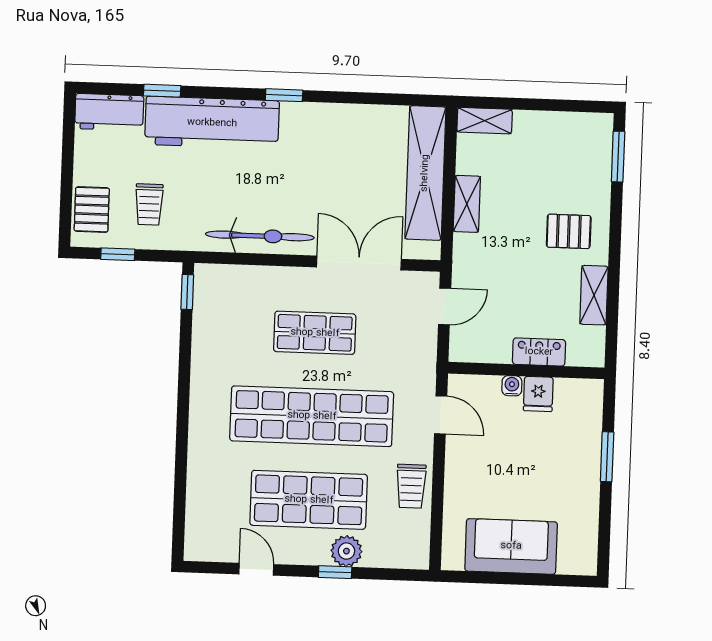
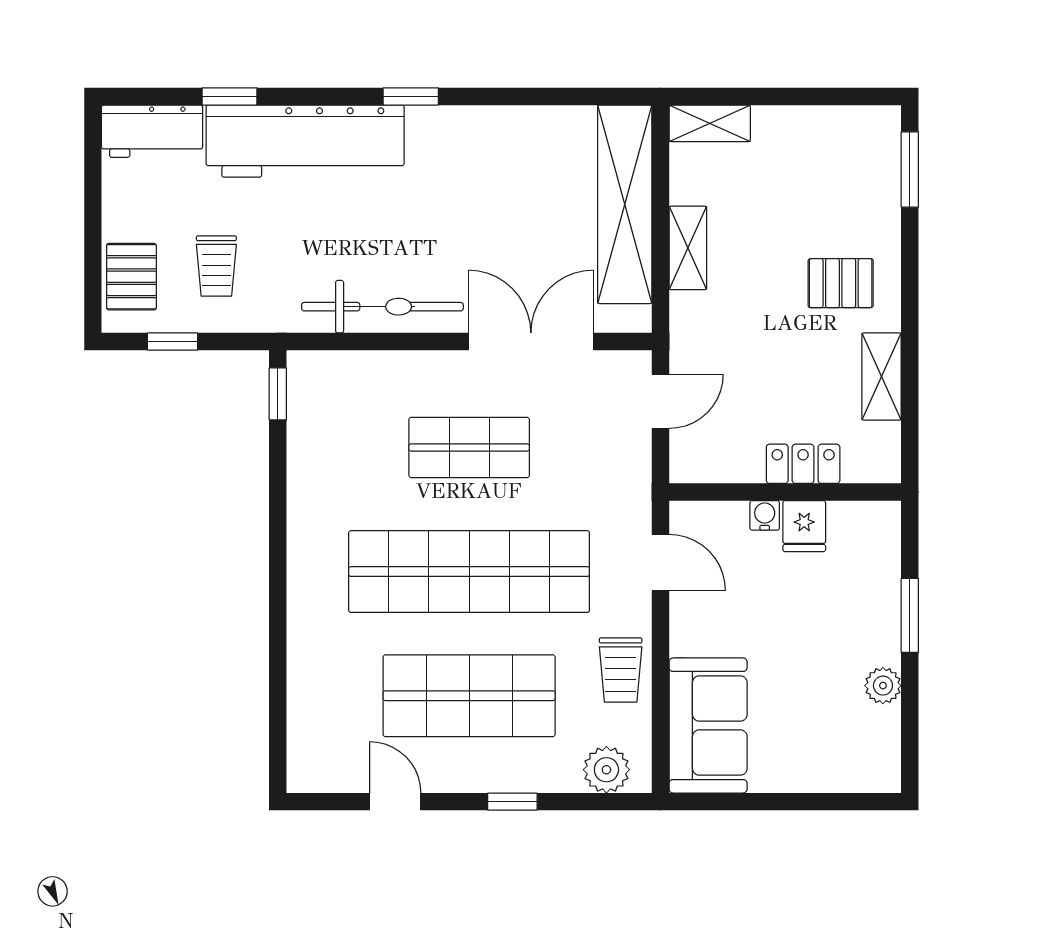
plant: (587, 503) -> (883, 686), added
sofa: (511, 546) -> (708, 725), moved, turned 90
plant: (346, 551) -> (606, 770), moved

